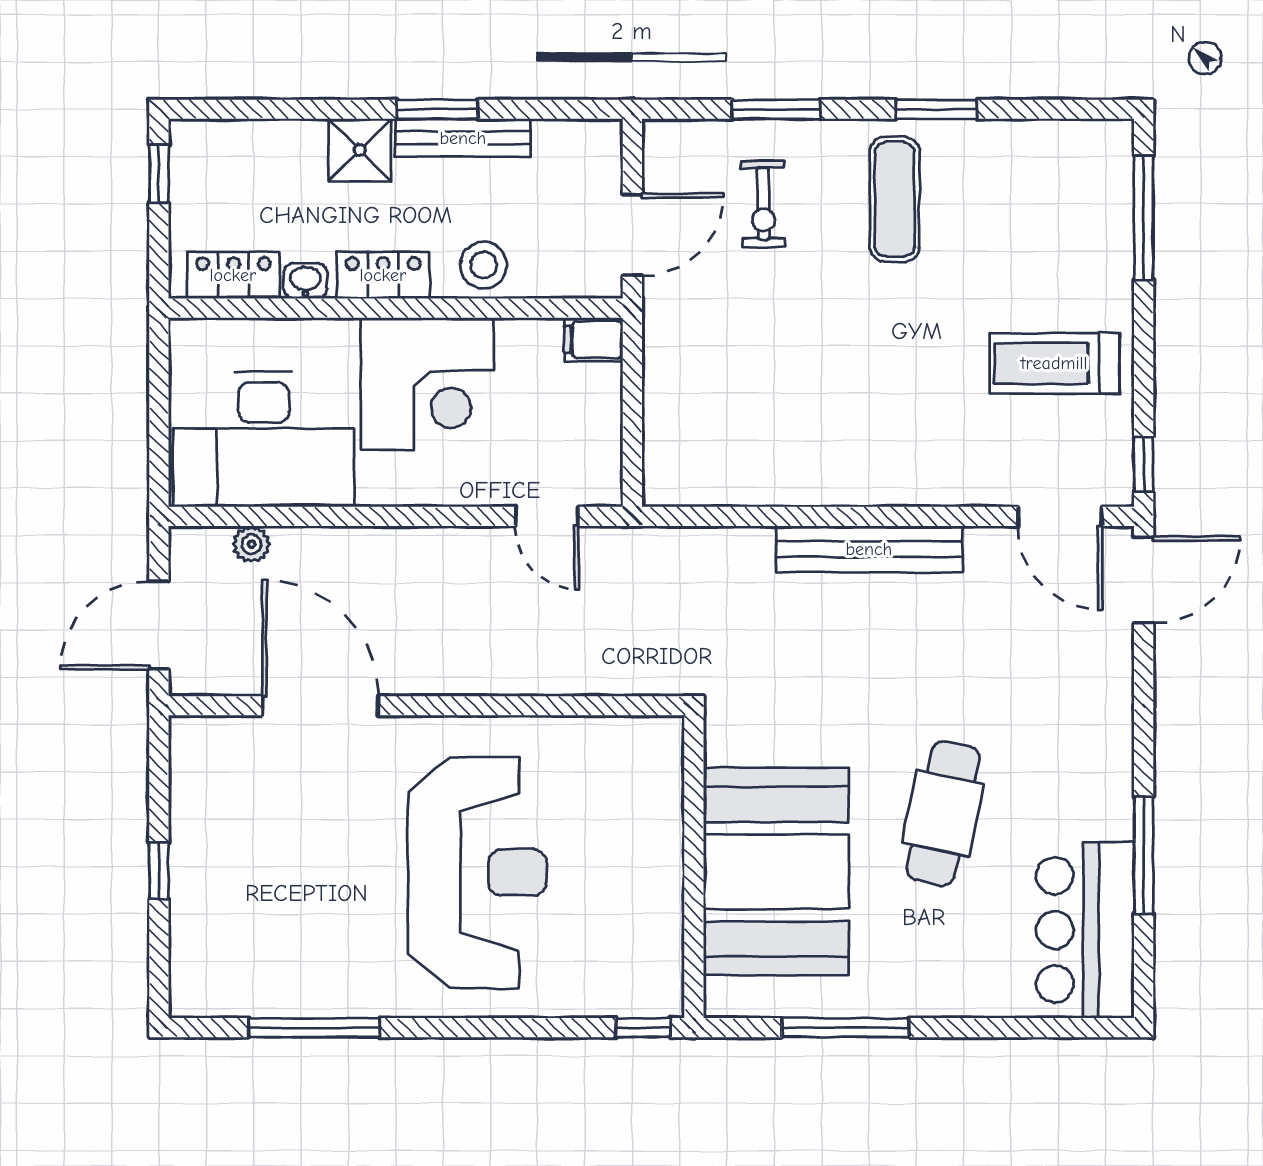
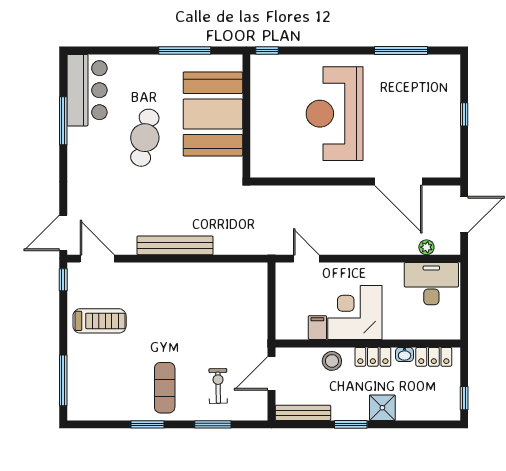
bench: (463, 138) -> (303, 413), moved
filing cabinet: (593, 340) -> (317, 328), moved, turned -90
desk: (264, 439) -> (431, 284), width x0.73, depth x0.77

